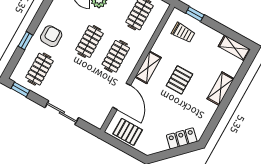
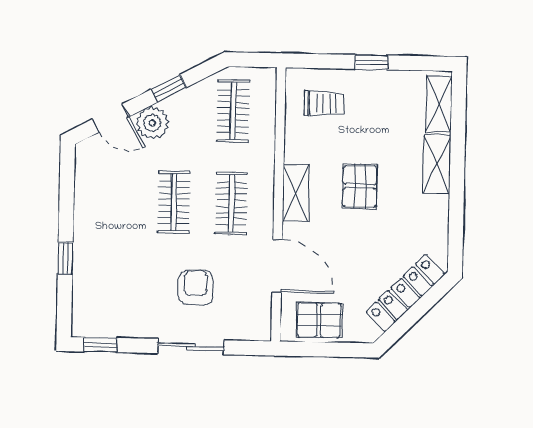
window: (195, 14) -> (371, 62), moved
armchair: (51, 36) -> (196, 288), moved
shelving: (234, 48) -> (439, 104), moved, turned 90
clothes rail: (39, 69) -> (114, 293), removed
locker: (182, 138) -> (405, 293), width x1.53

